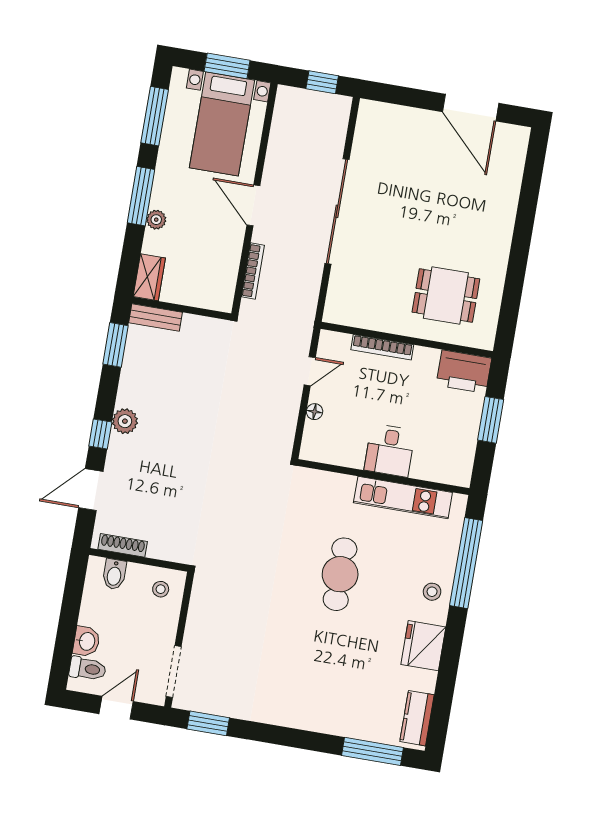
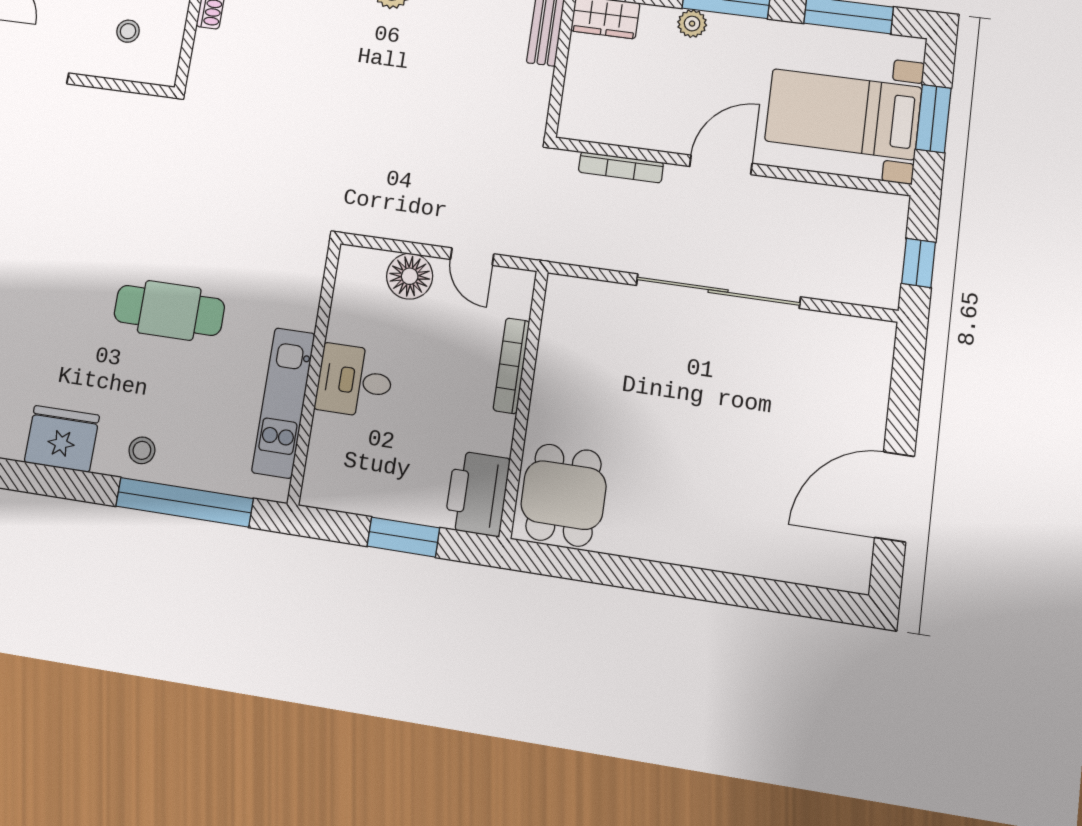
dining table: (446, 295) -> (564, 495), moved
floor lamp: (315, 412) -> (410, 276), width x1.89, depth x1.89
stool: (161, 589) -> (128, 31), moved

